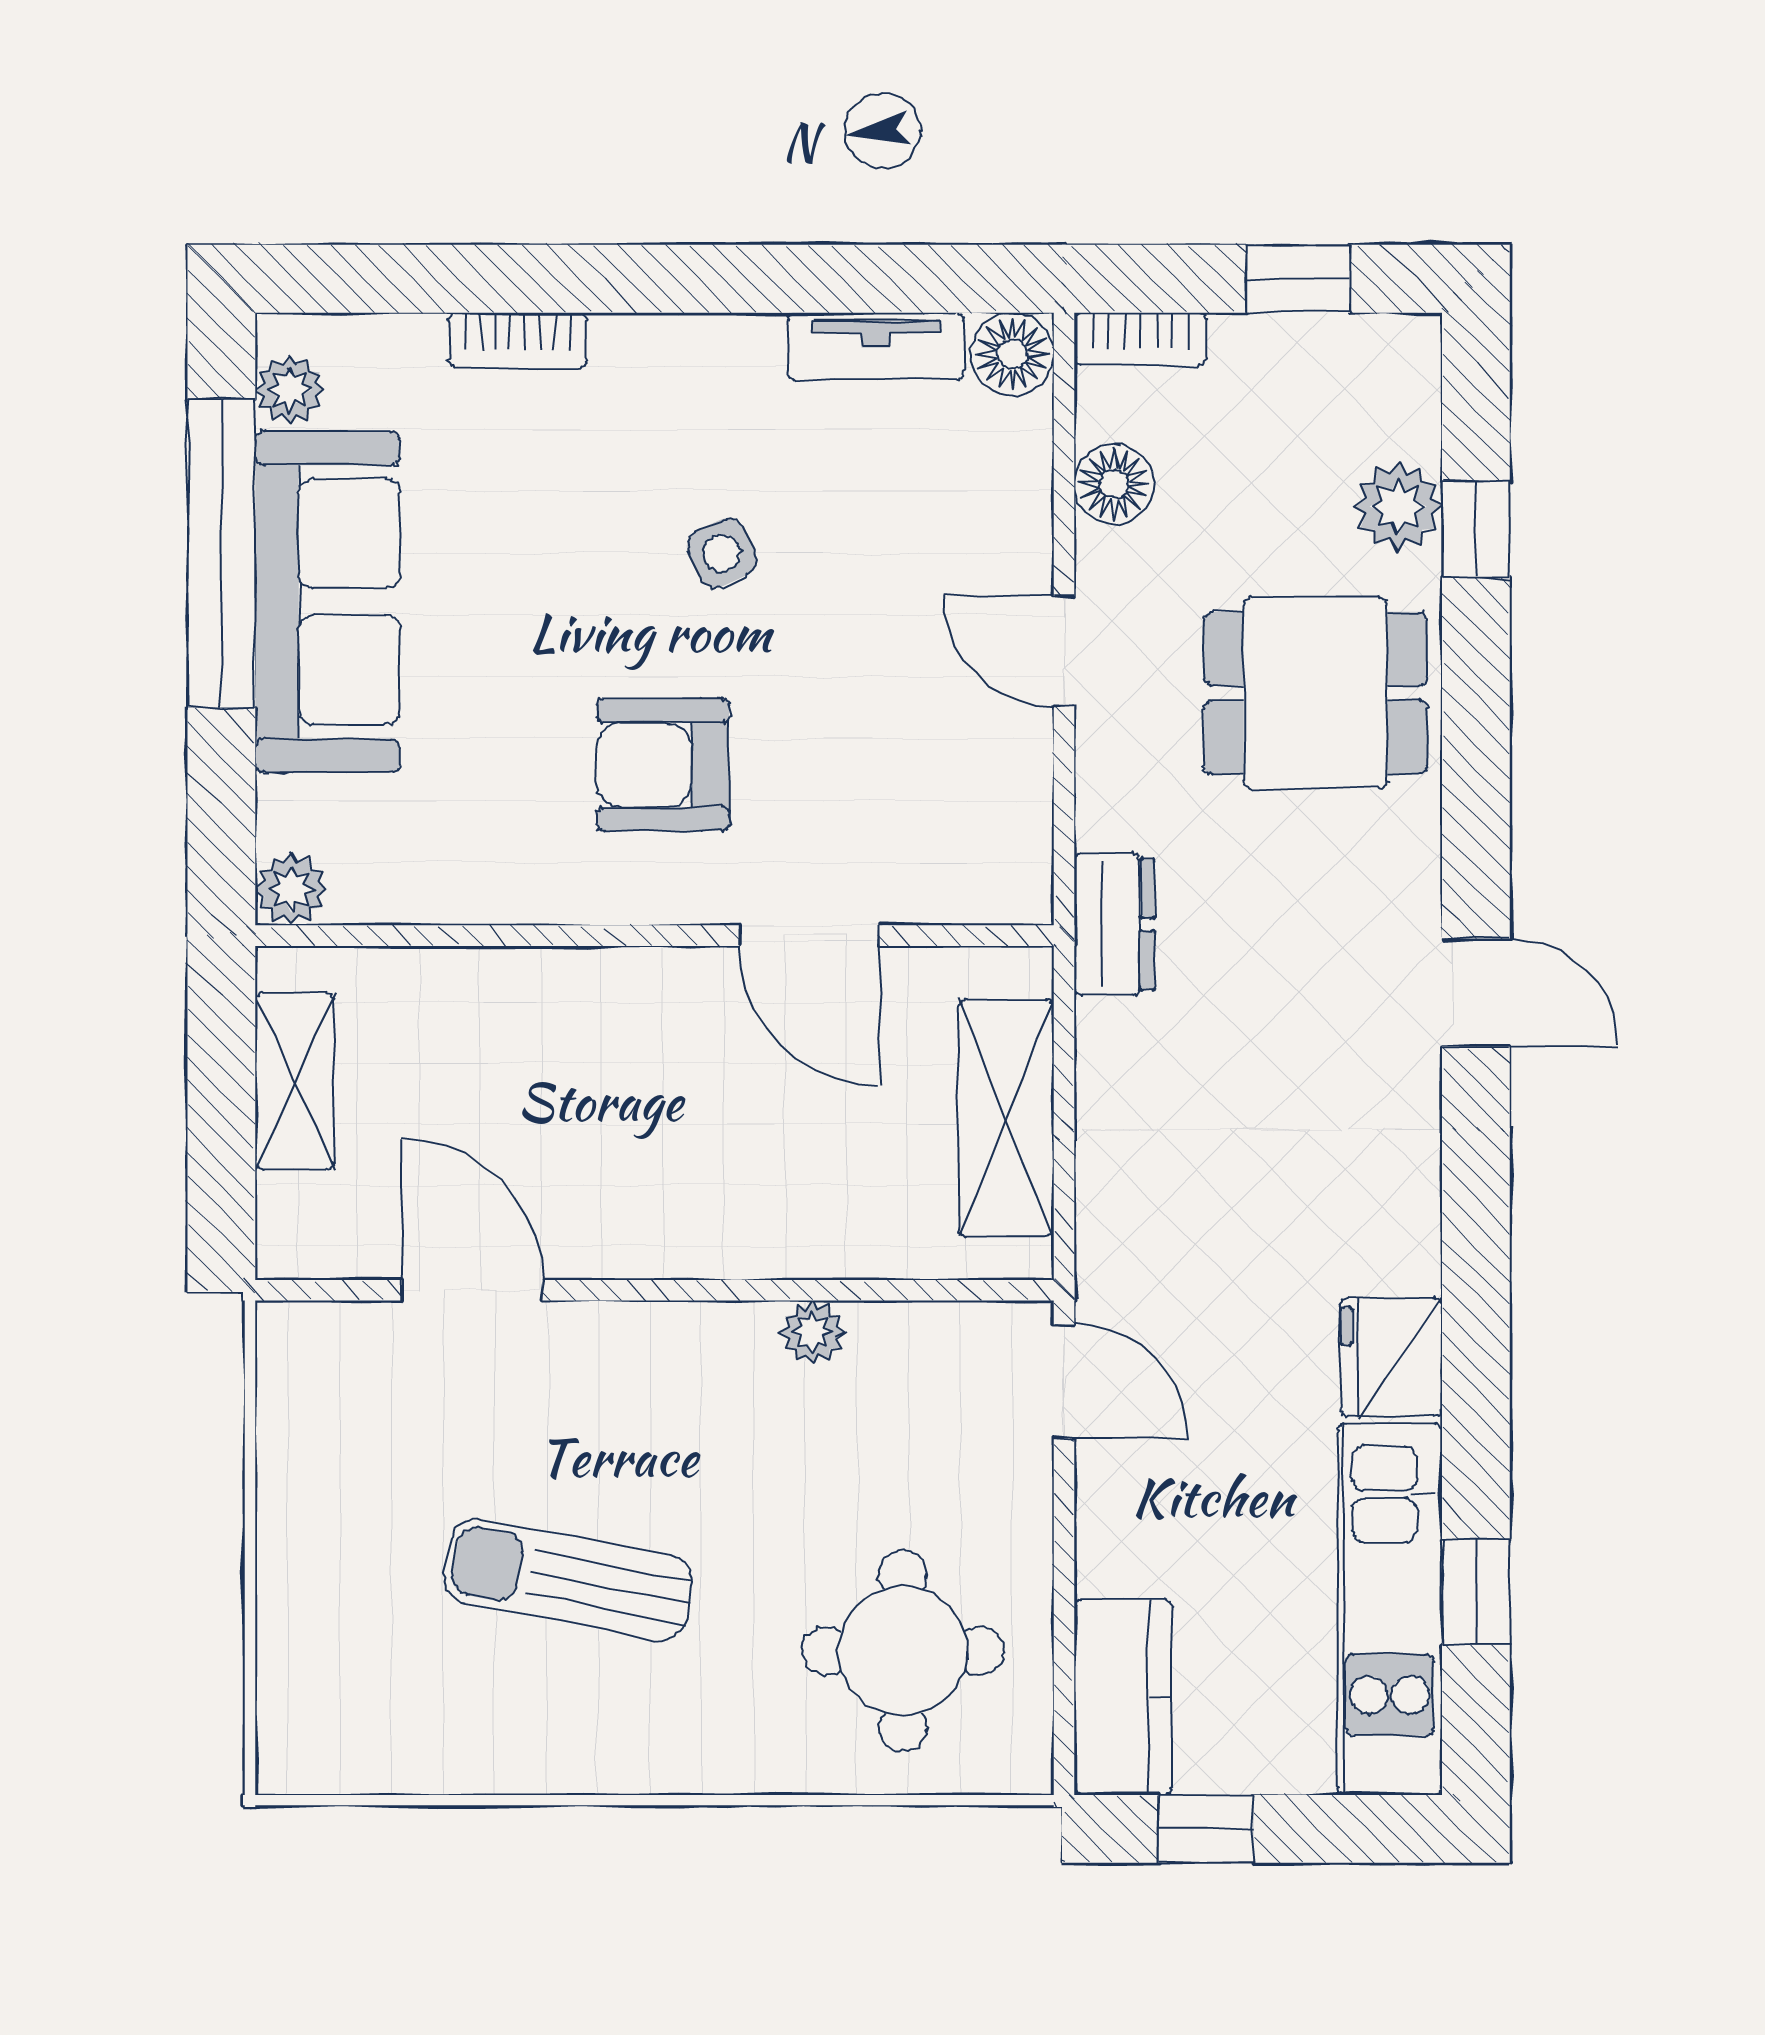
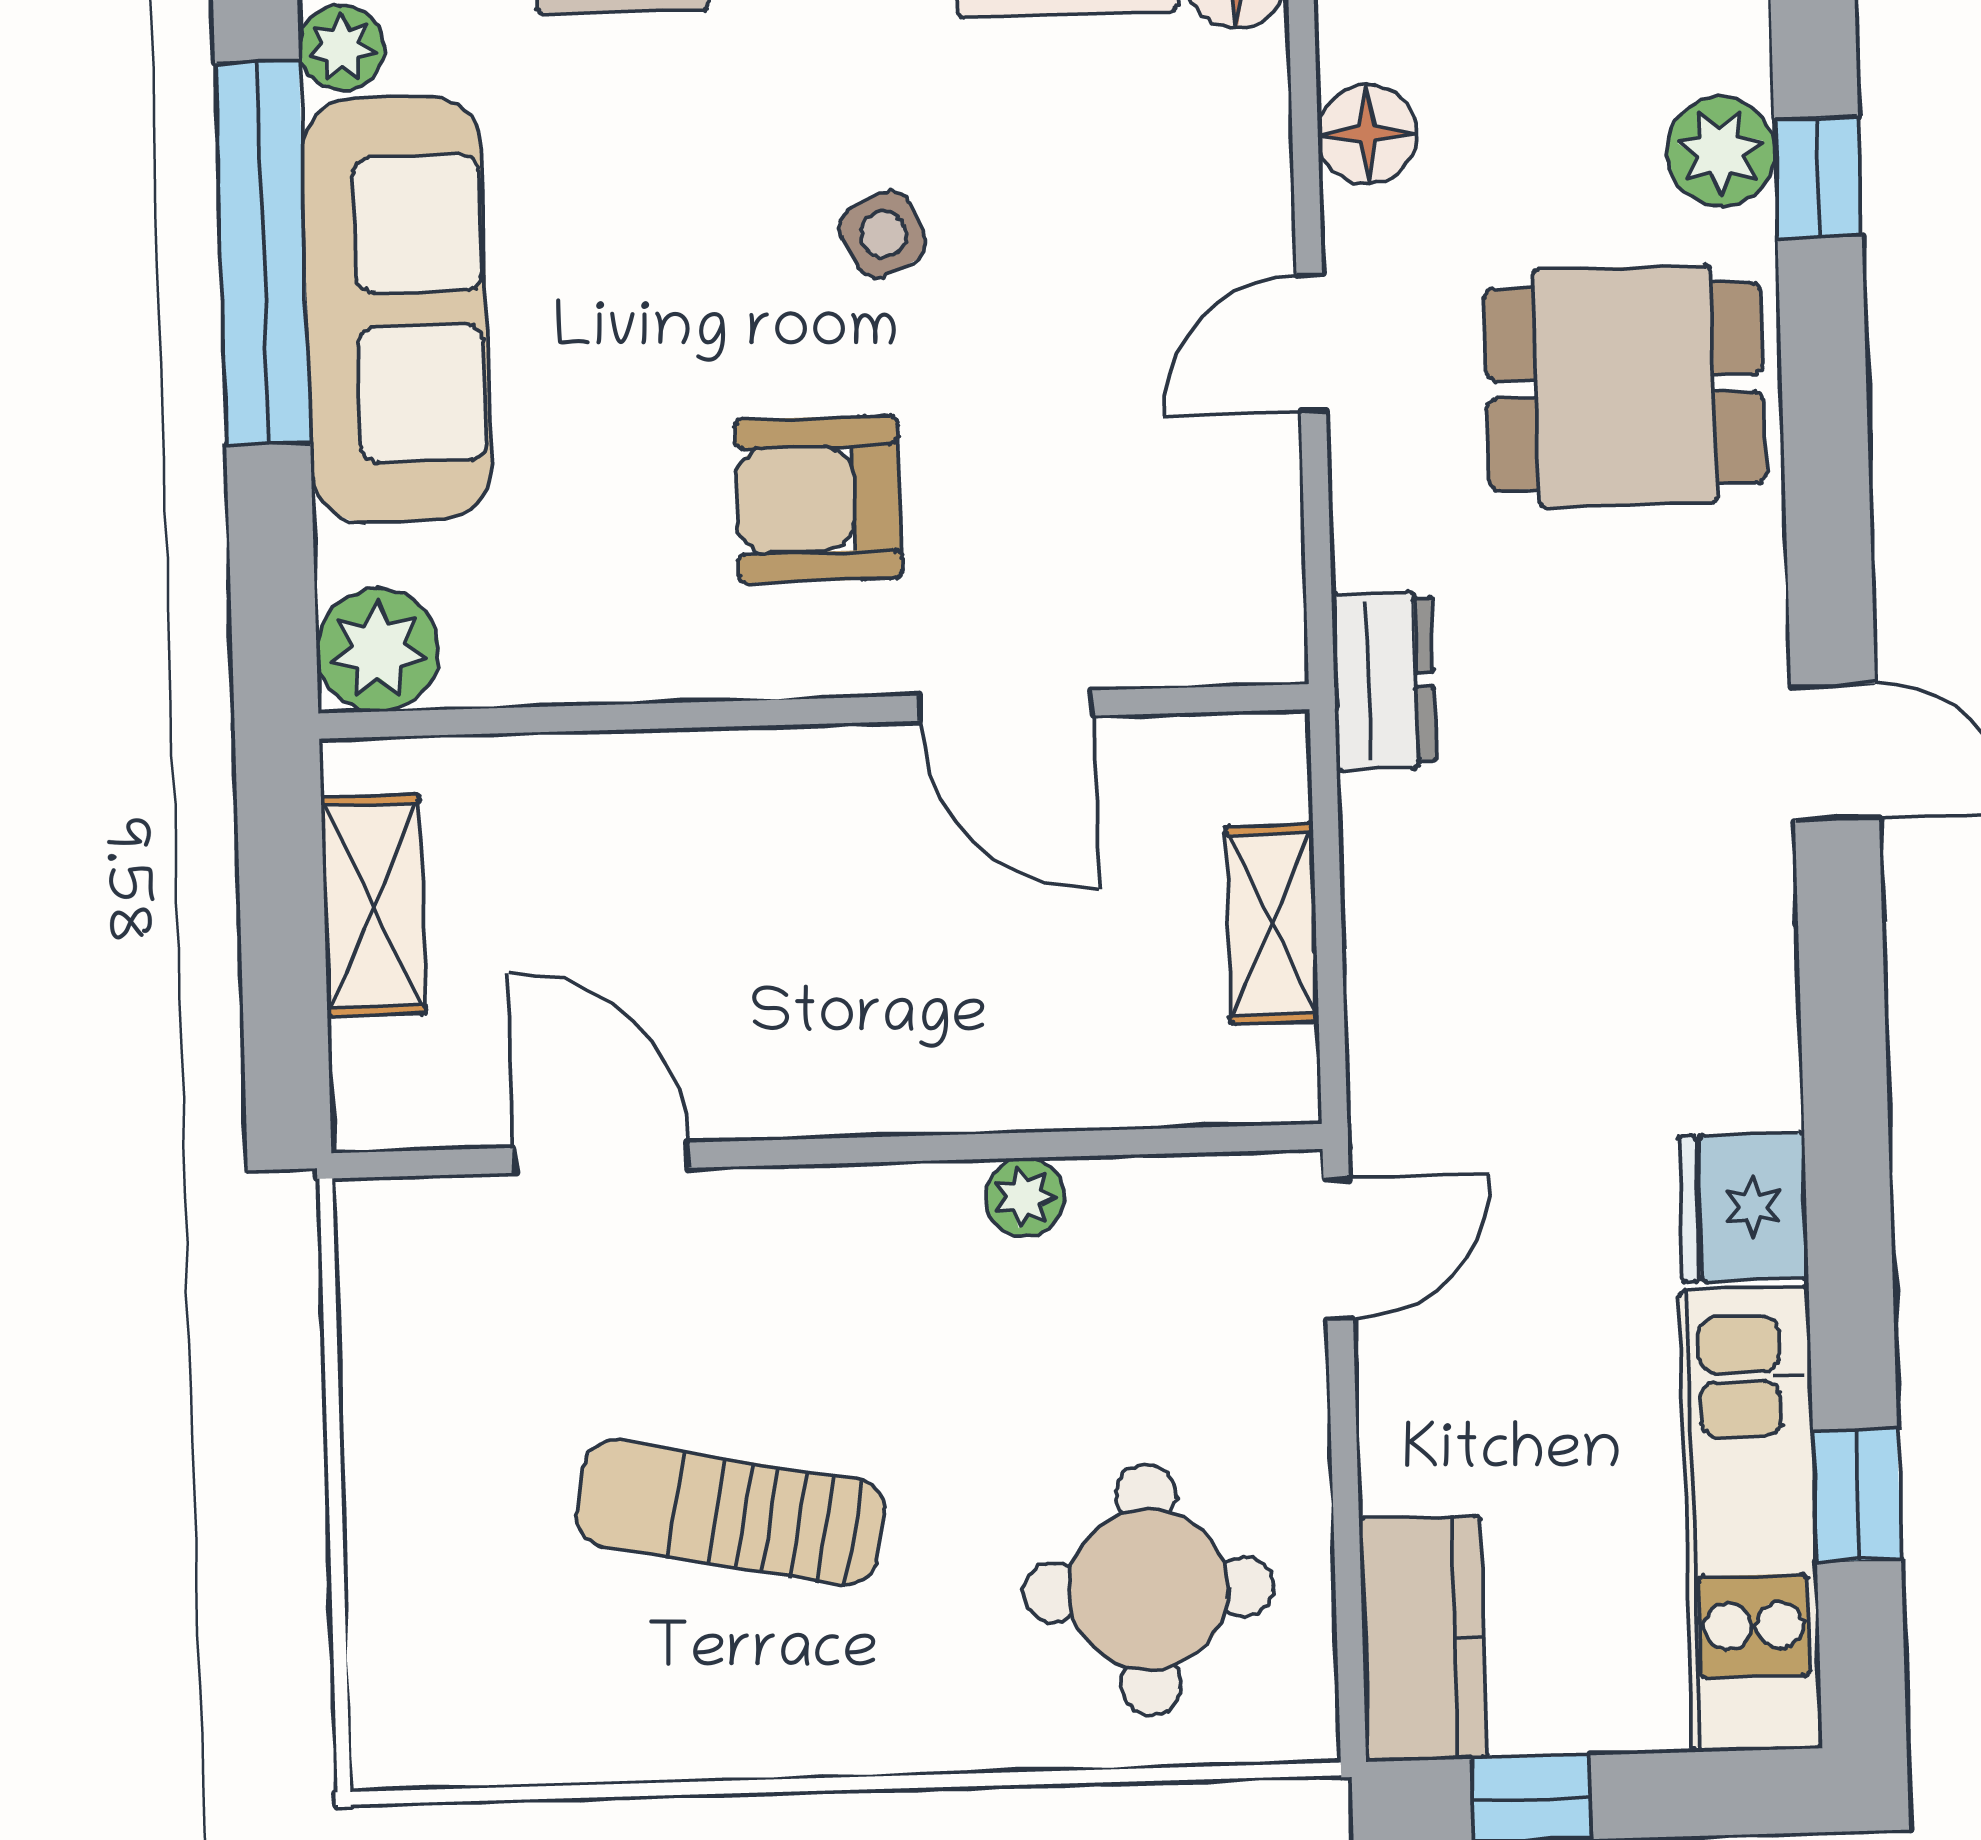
door: (1064, 651) -> (1311, 343), hinge flipped
plant: (291, 889) -> (378, 650), width x1.38, depth x1.38
shelving: (1006, 1118) -> (1272, 924), width x0.67, depth x0.75
door: (1064, 1381) -> (1338, 1249), hinge flipped

